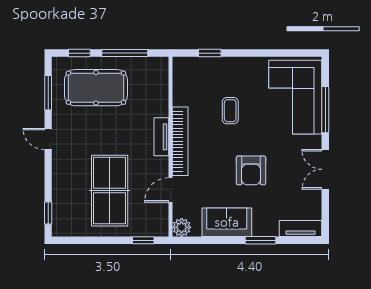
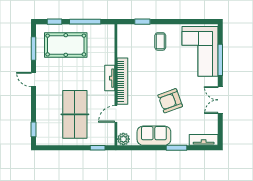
coffee table: (230, 111) -> (160, 41), moved
armchair: (251, 170) -> (170, 101), turned 70

